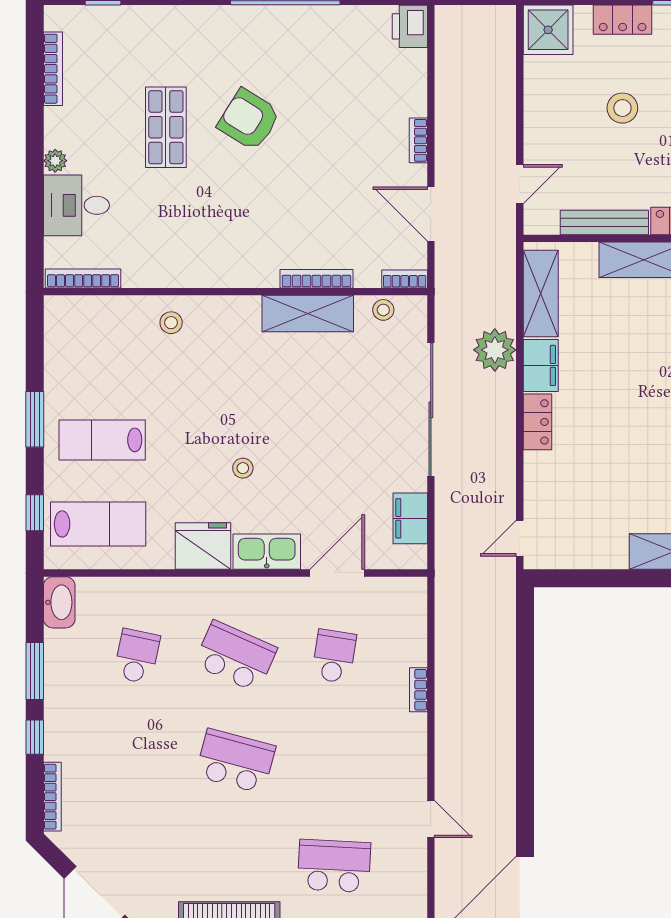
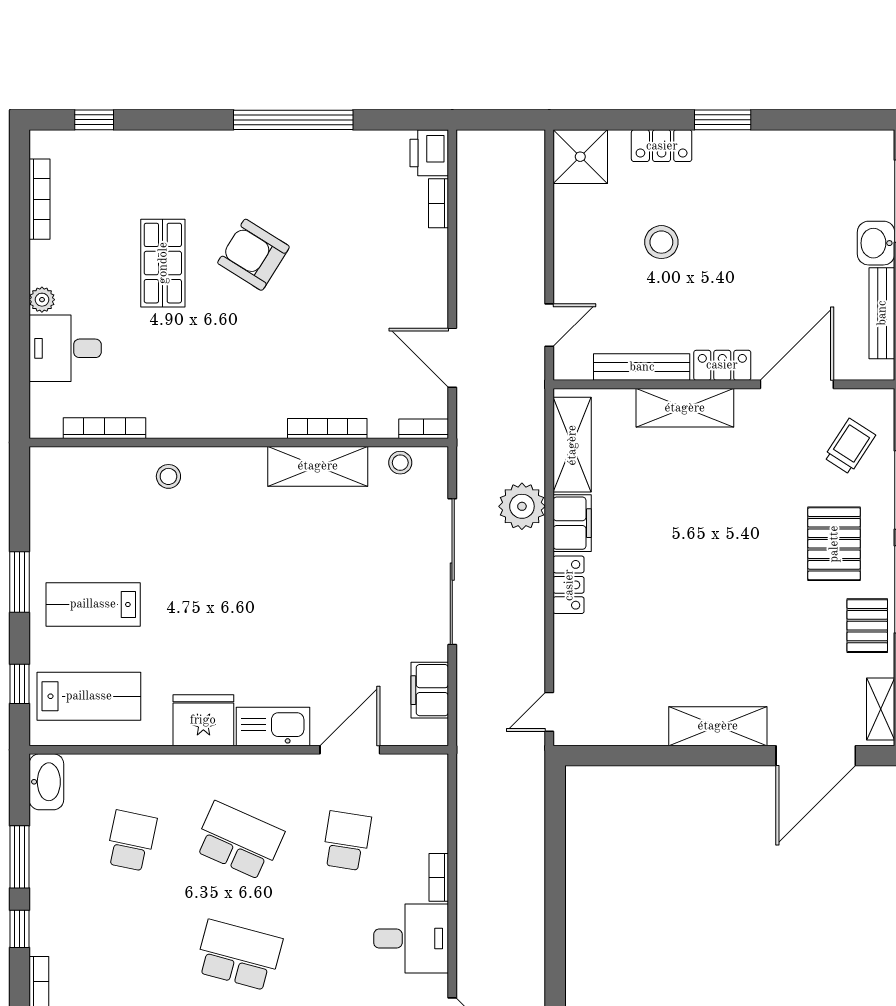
bookcase: (418, 140) -> (438, 203), moved
bookcase: (83, 278) -> (104, 428), moved
stool: (243, 468) -> (247, 635), removed
desk: (393, 746) -> (411, 939), added

